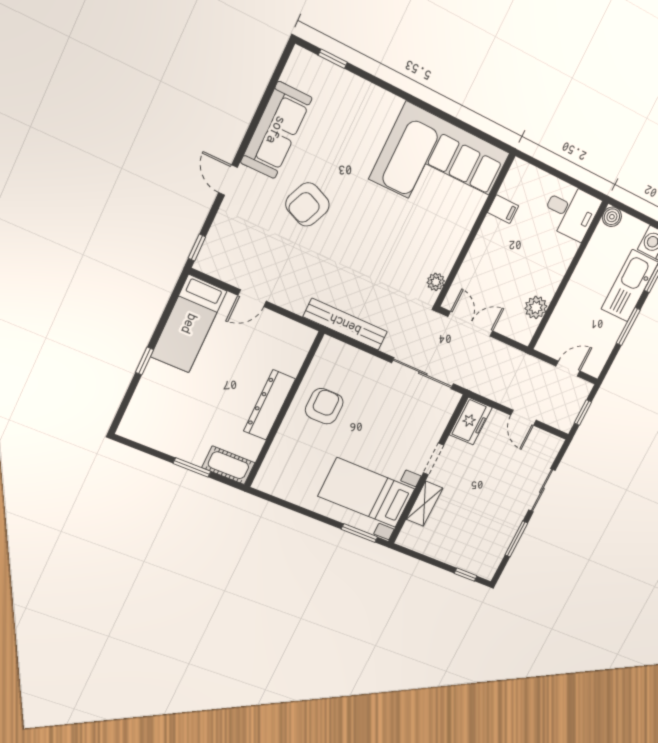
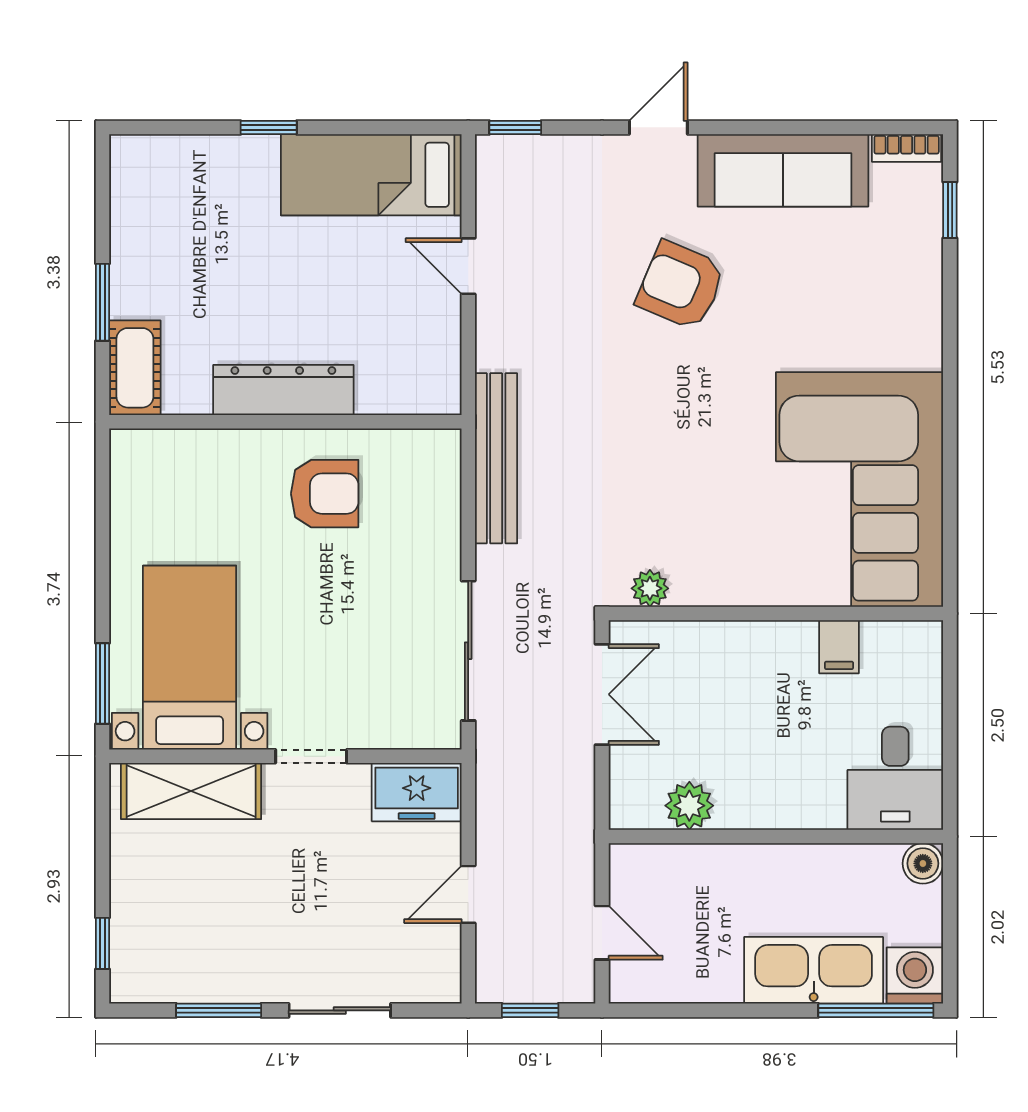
bookcase: (293, 65) -> (907, 148), added
window: (628, 327) -> (736, 1010), removed
shelving: (424, 504) -> (191, 791), width x1.50, depth x1.33

